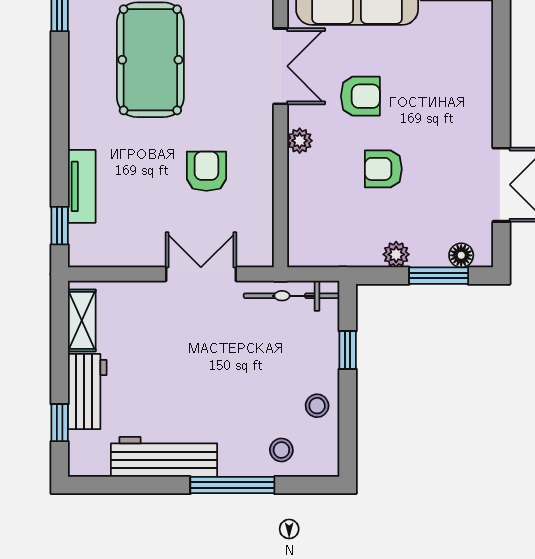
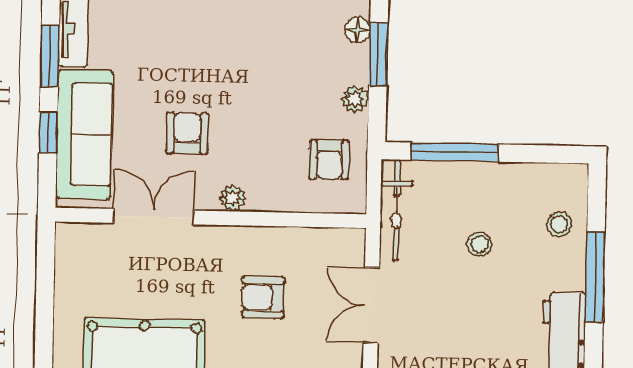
armchair: (383, 169) -> (329, 160), moved
window: (348, 350) -> (455, 152), width x2.17
stool: (317, 406) -> (479, 244), moved

